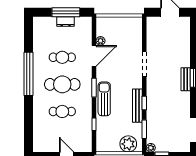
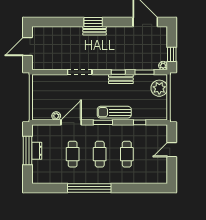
door: (94, 56) -> (71, 122), hinge flipped
cafe table: (62, 84) -> (100, 154), width x0.73, depth x0.74
bench: (137, 106) -> (121, 79), width x0.73

